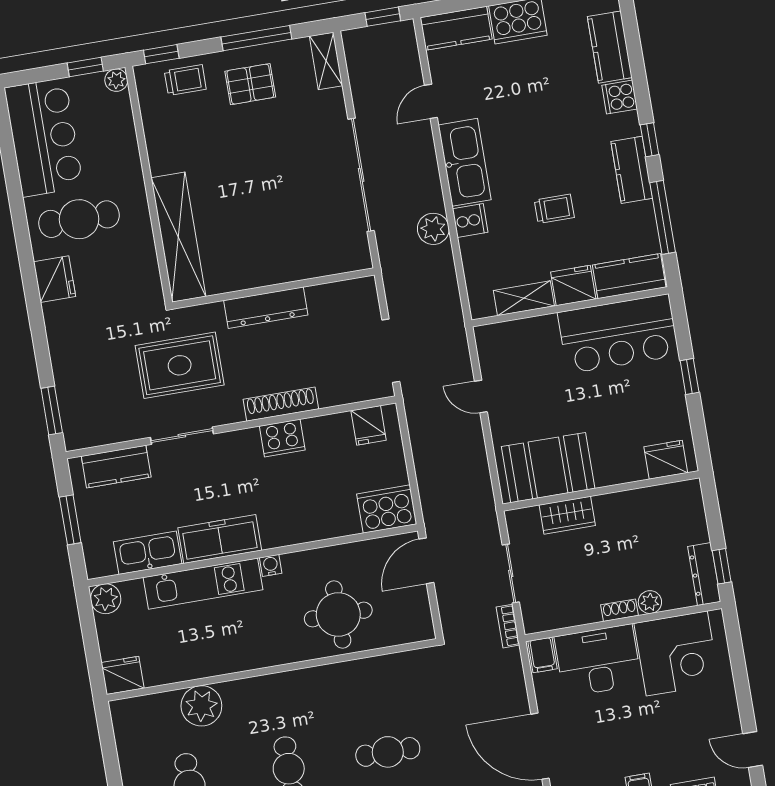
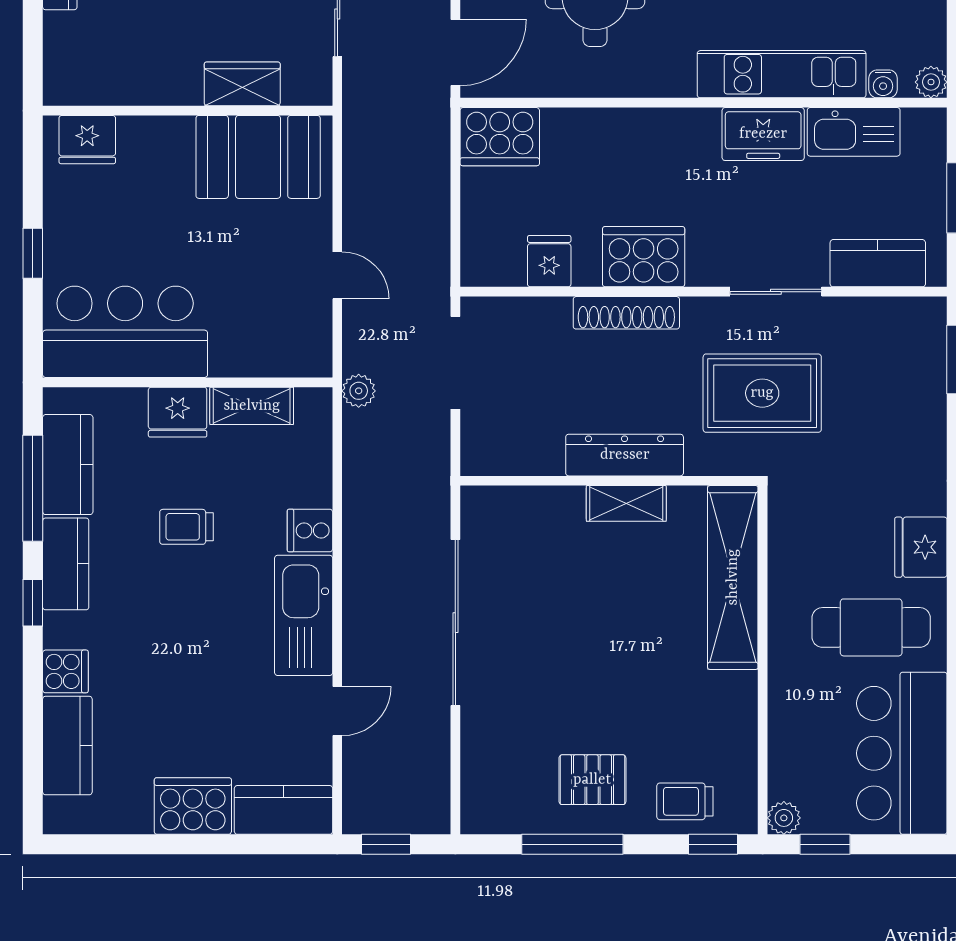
shelving: (326, 61) -> (626, 503), moved, turned 90
plant: (433, 229) -> (359, 391), moved, width x0.73, depth x0.73
kitchen counter: (629, 276) -> (68, 465), moved, turned -90
fridge: (369, 425) -> (549, 261), moved
cooker: (282, 438) -> (644, 257), width x1.37, depth x1.31
freezer: (220, 539) -> (763, 134), width x0.71
water cooler: (271, 565) -> (883, 84), moved
plant: (106, 599) -> (931, 82), width x0.73, depth x0.73

